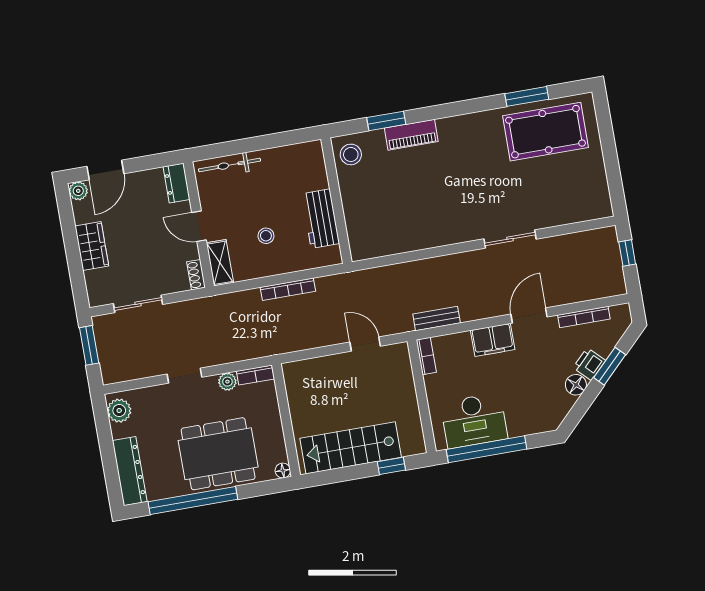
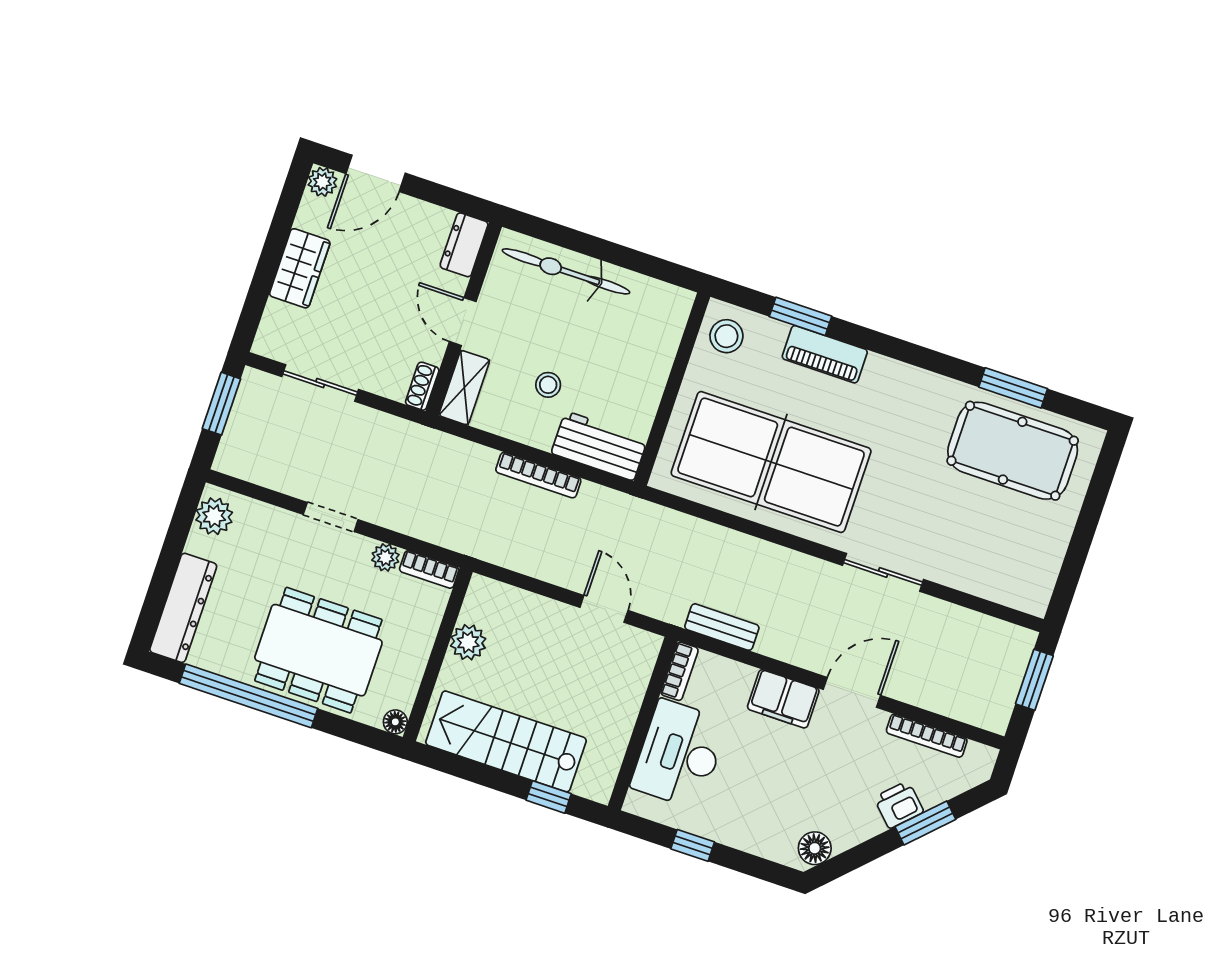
bicycle: (230, 165) -> (566, 271), width x1.37, depth x1.40
table tennis table: (414, 211) -> (771, 462), added
workbench: (321, 219) -> (599, 446), moved, turned 90
window: (627, 253) -> (1034, 680), width x1.50
floor lamp: (576, 385) -> (815, 848), moved
plant: (299, 404) -> (468, 642), added
desk: (474, 421) -> (679, 754), moved, turned 90
window: (486, 449) -> (693, 845), width x0.32

